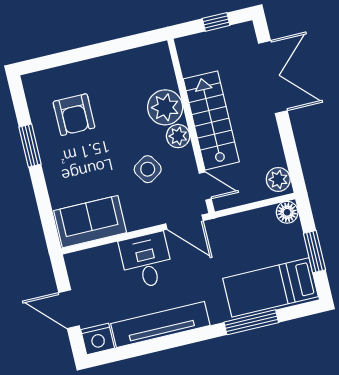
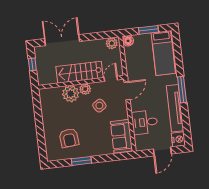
armchair: (74, 115) -> (69, 138), turned 85
desk: (146, 261) -> (145, 122), moved
window: (251, 322) -> (182, 90), moved

